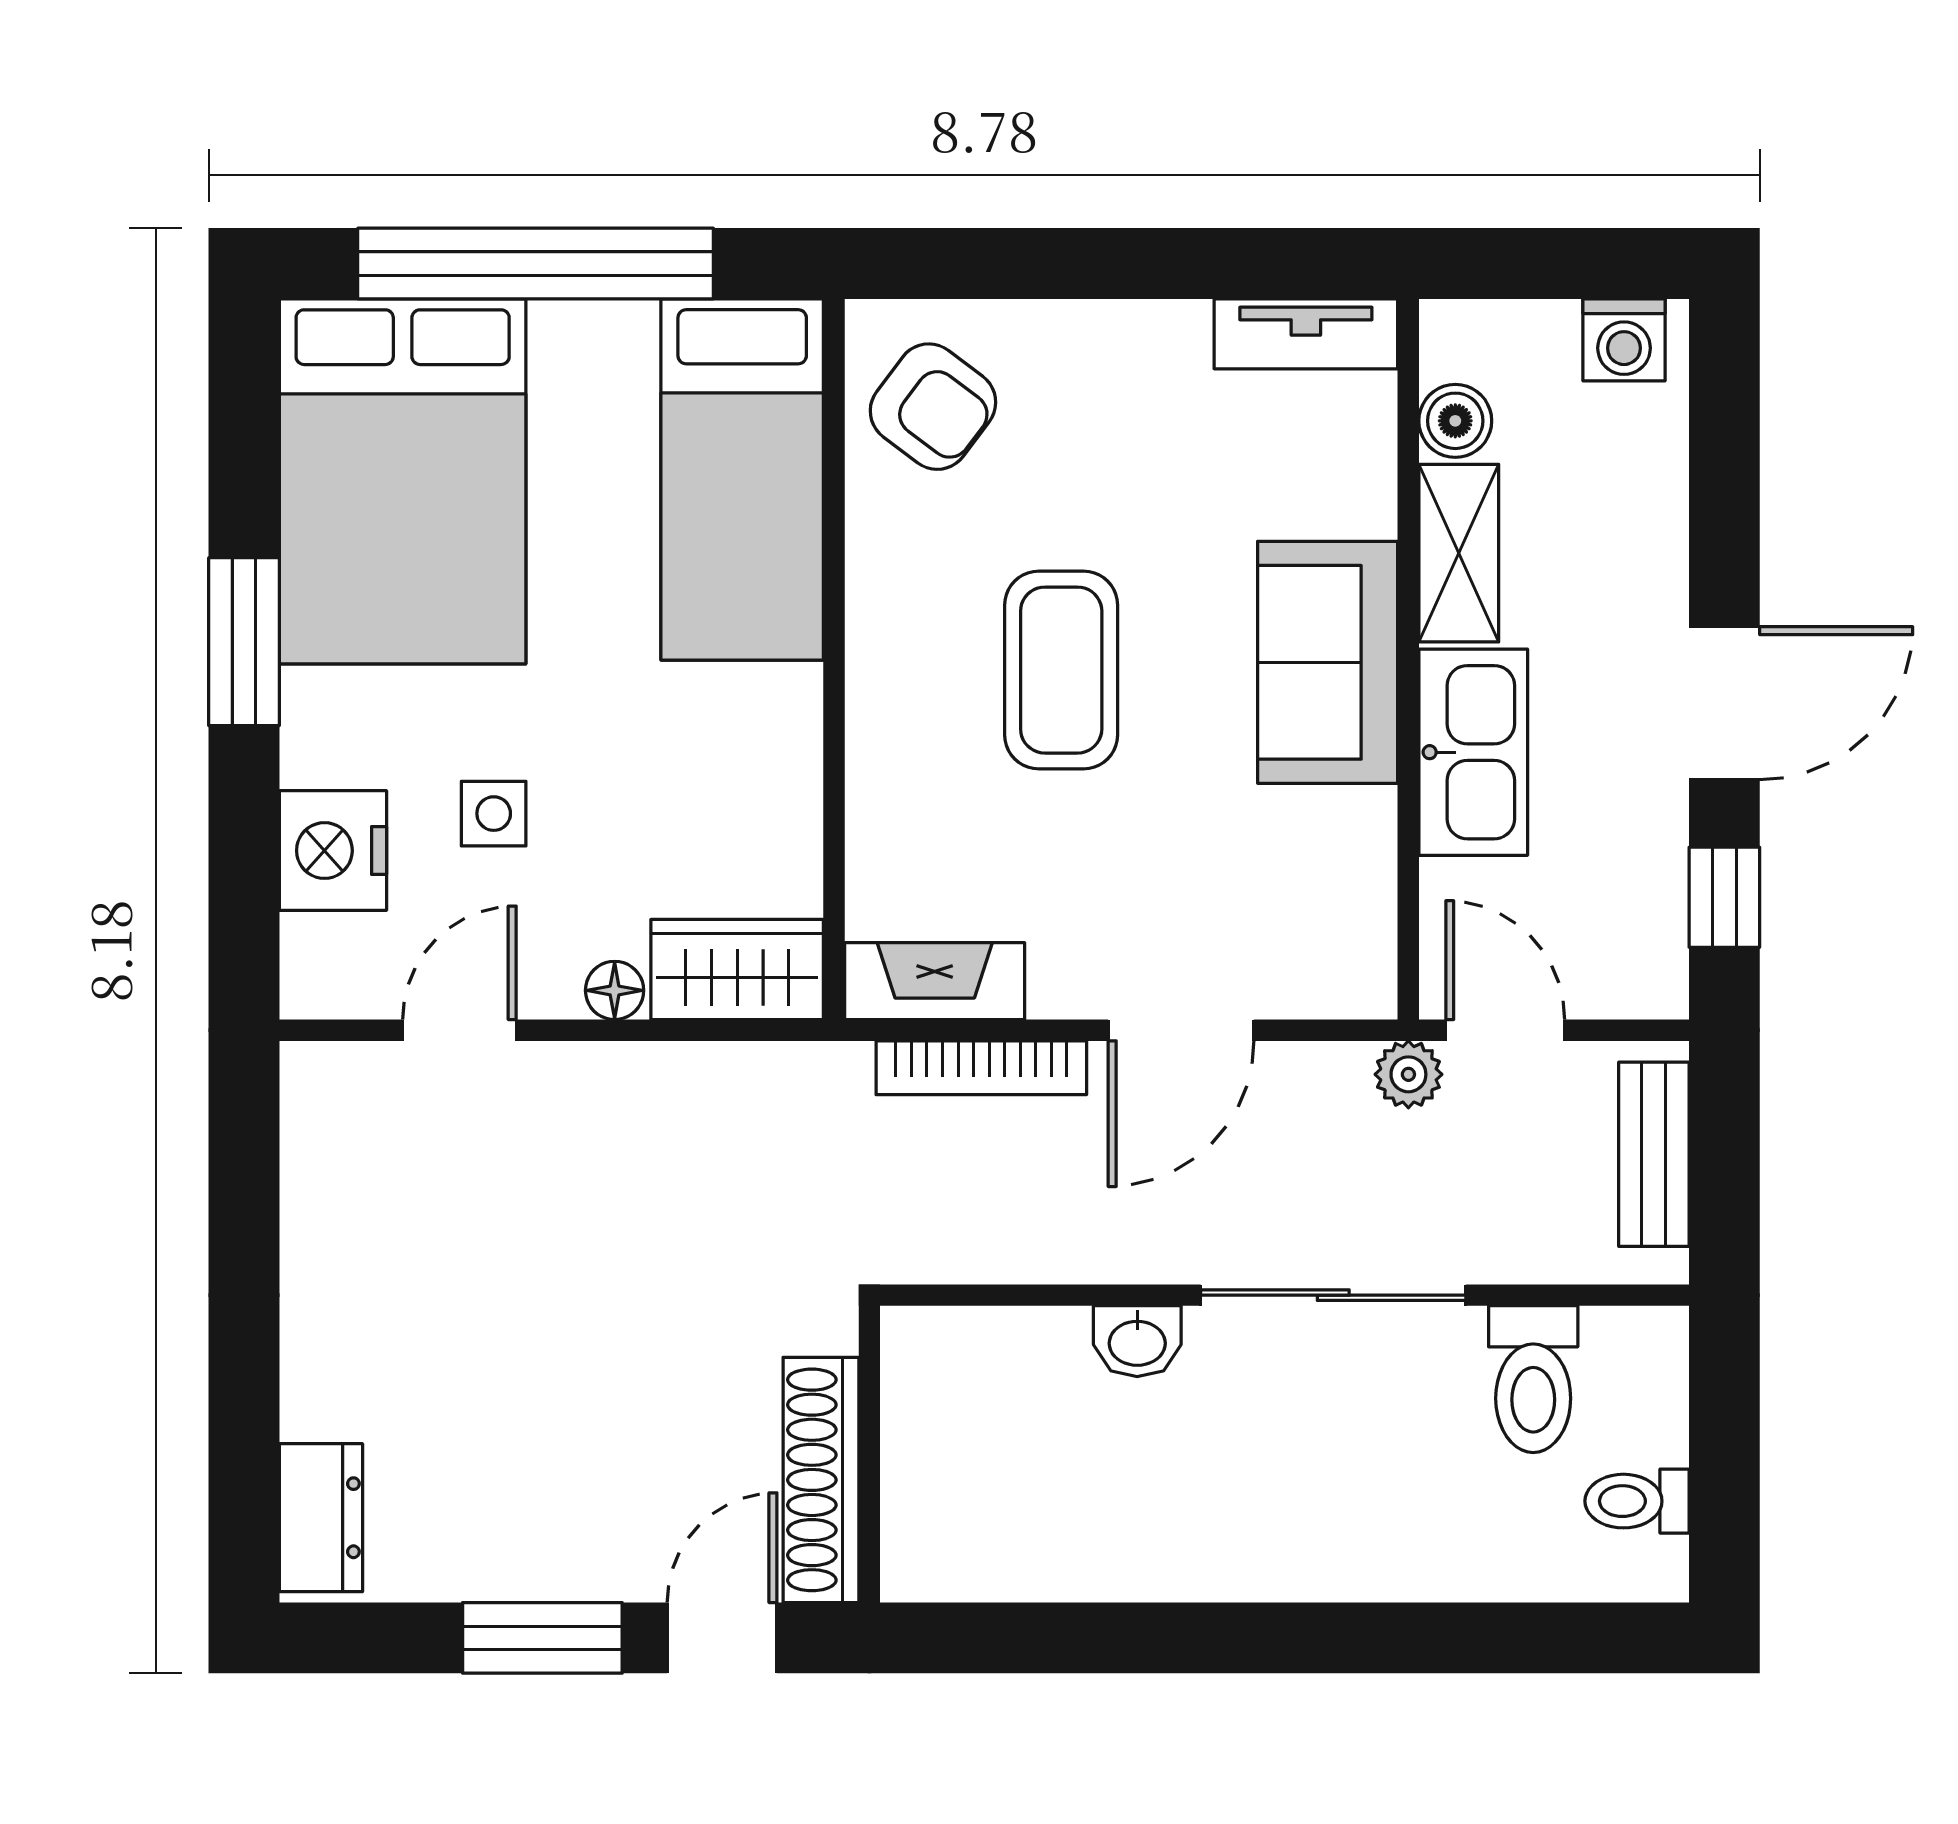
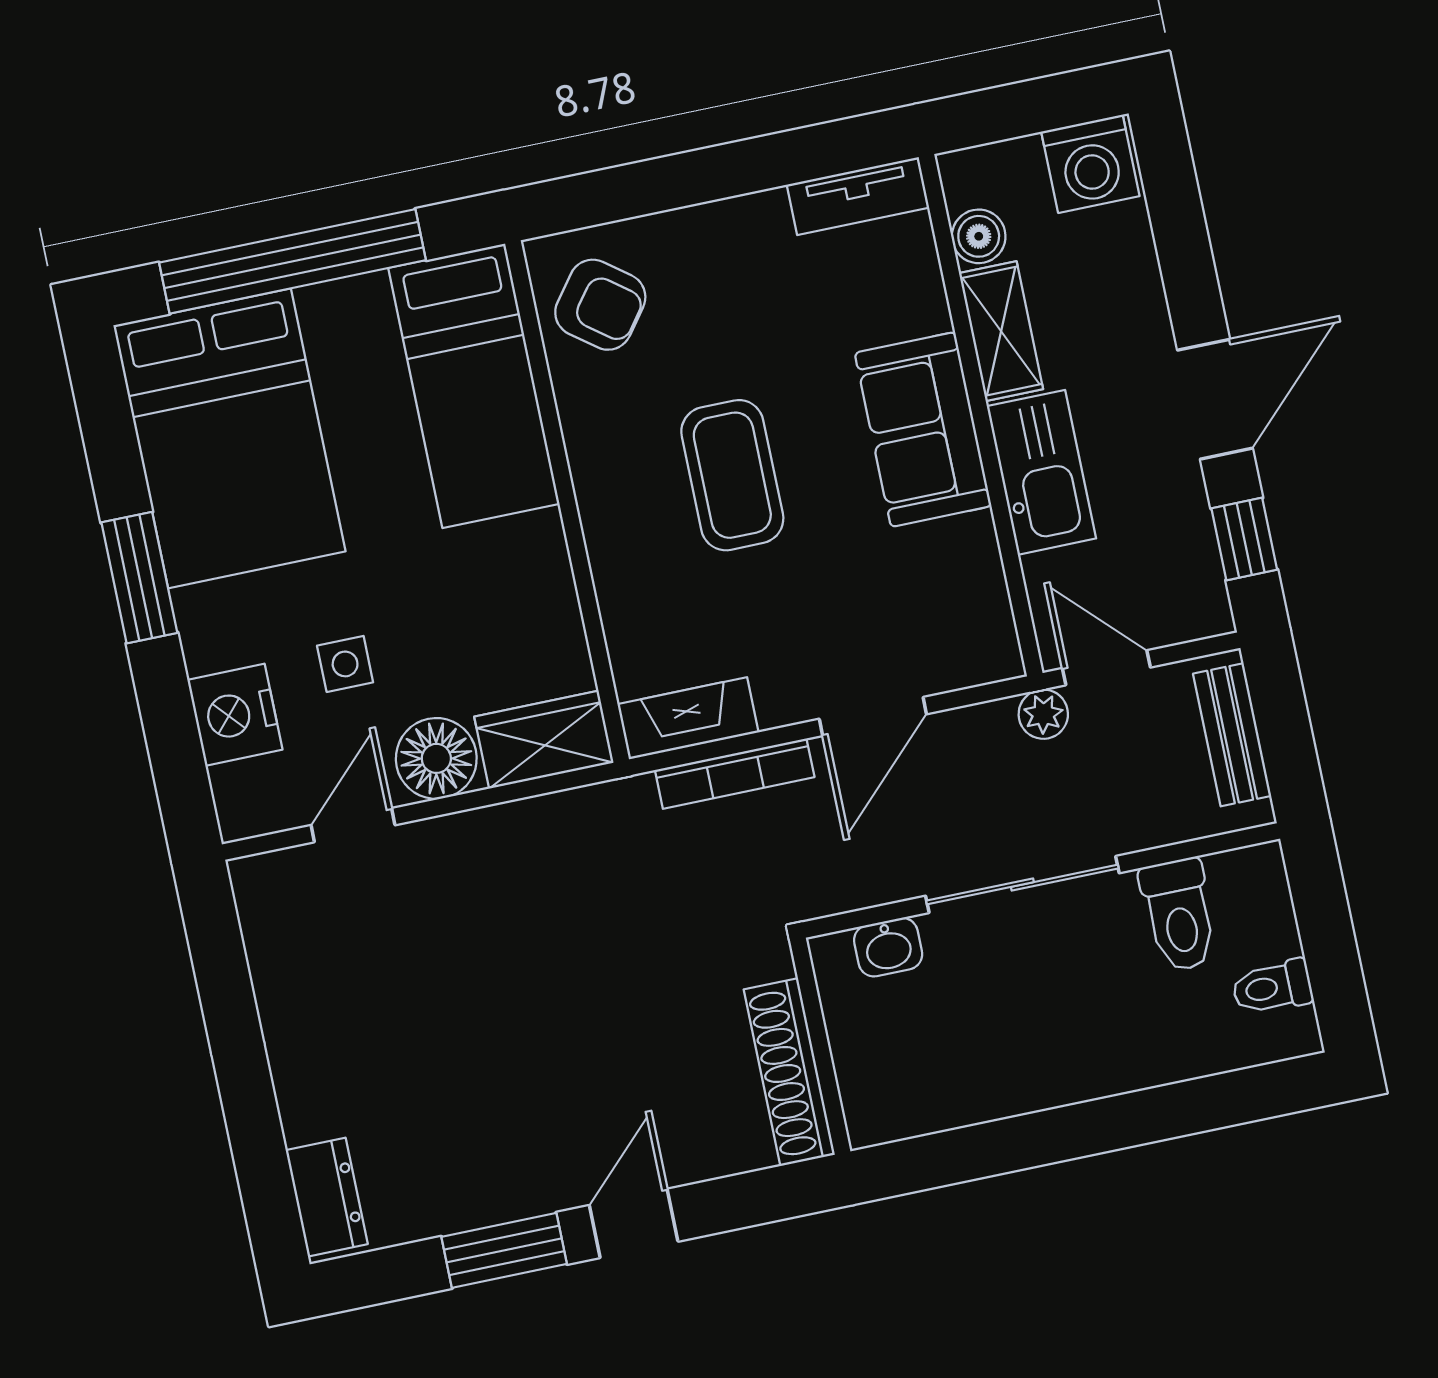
washing machine: (1624, 340) -> (1090, 164), width x1.38, depth x1.38
floor lamp: (615, 990) -> (436, 758), width x1.89, depth x1.89
wall: (869, 1454) -> (820, 1046), moved
shoe rack: (821, 1480) -> (789, 1072), moved

